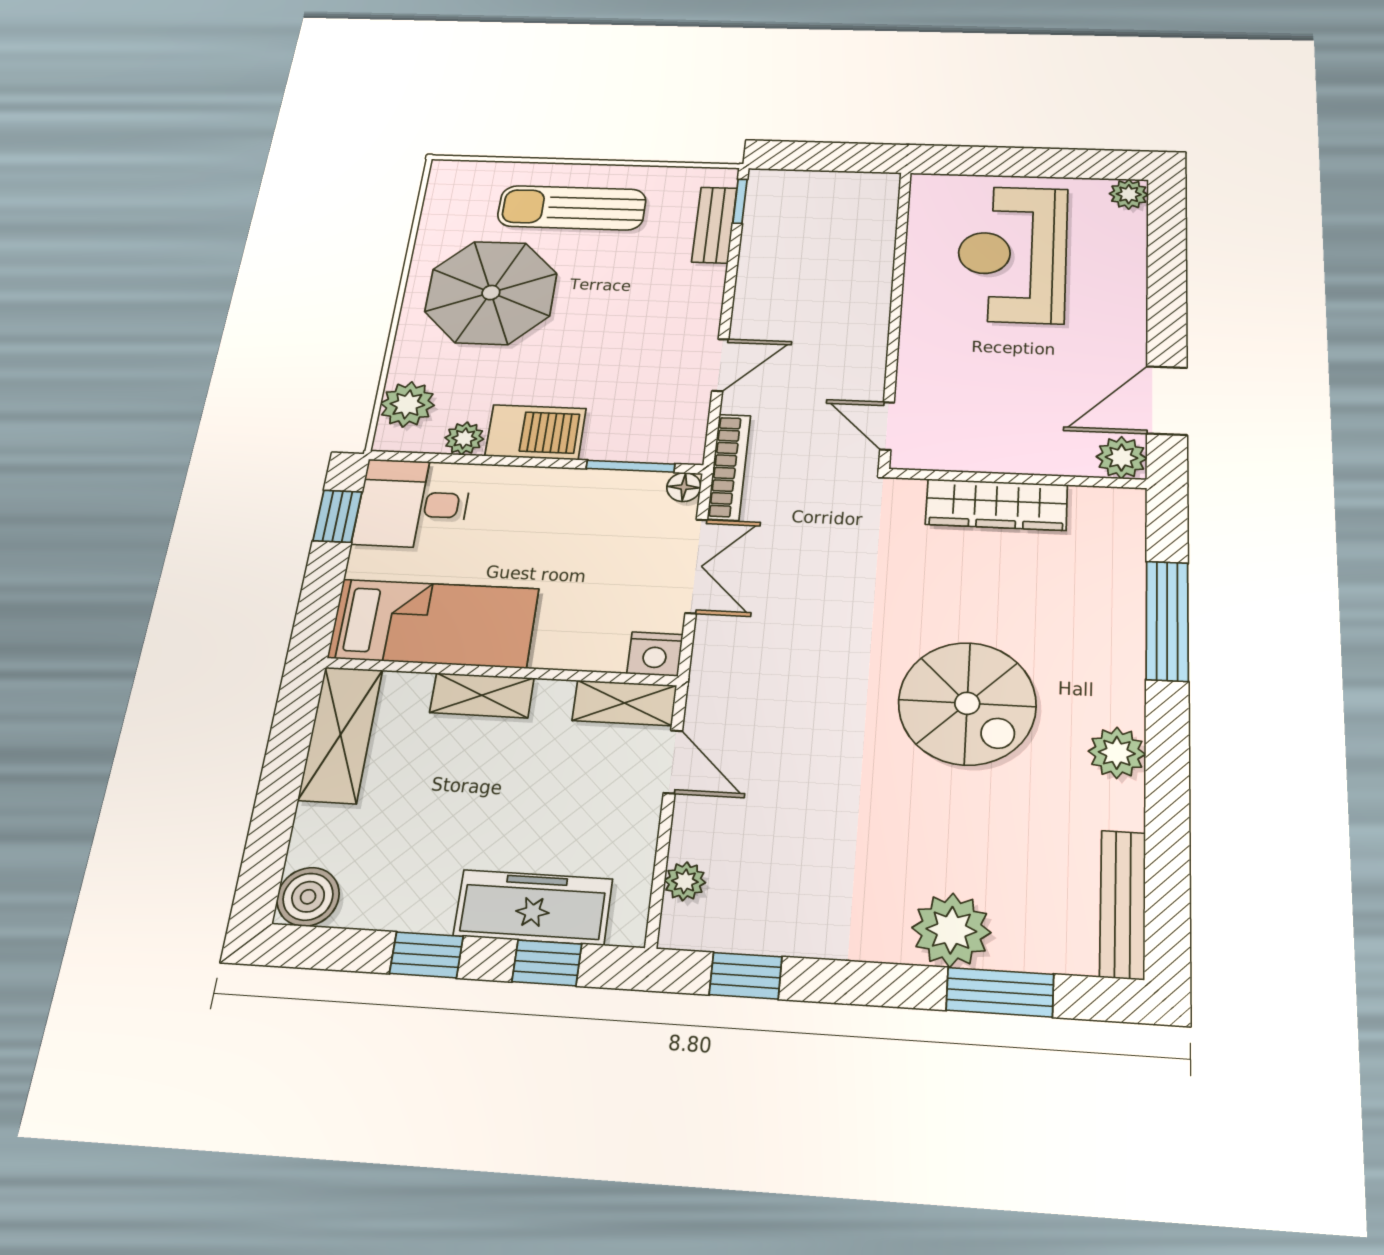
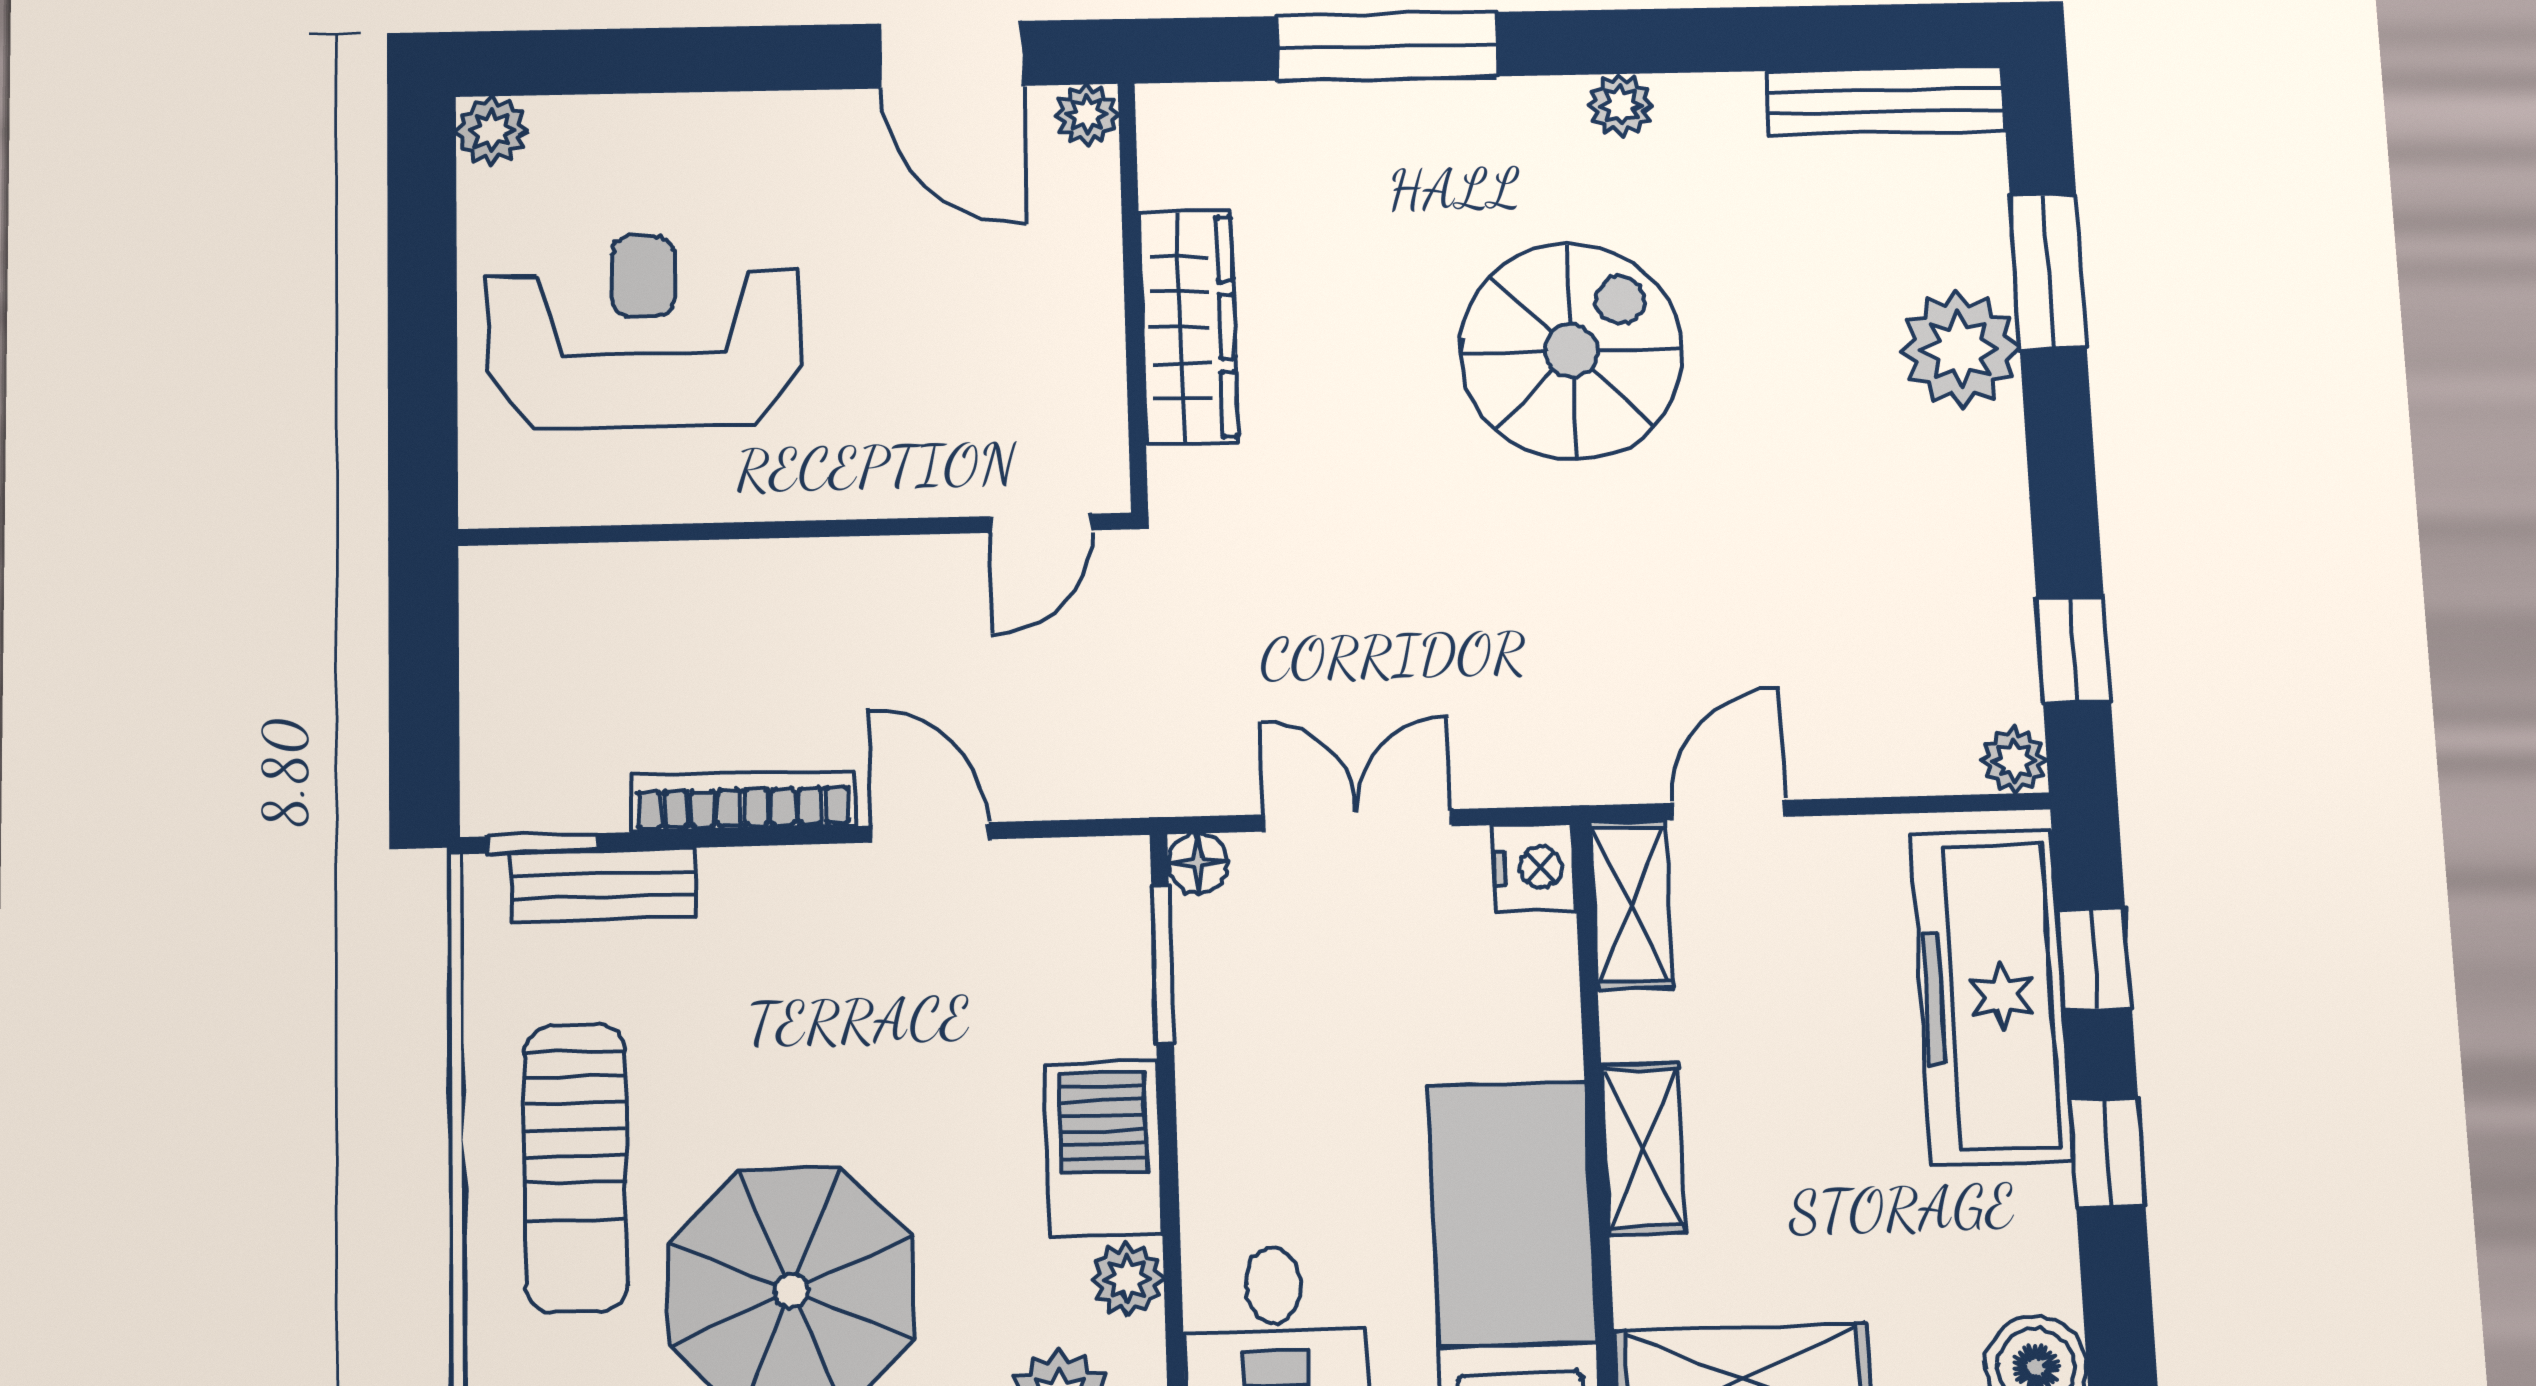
reception desk: (1012, 254) -> (644, 331), turned 180
plant: (1121, 458) -> (1087, 115), width x0.73, depth x0.73
bookcase: (729, 467) -> (743, 801), moved
plant: (1117, 753) -> (1621, 106), width x0.73, depth x0.73
plant: (685, 881) -> (2014, 760), moved
freezer: (533, 907) -> (1992, 997), width x1.36, depth x1.26

